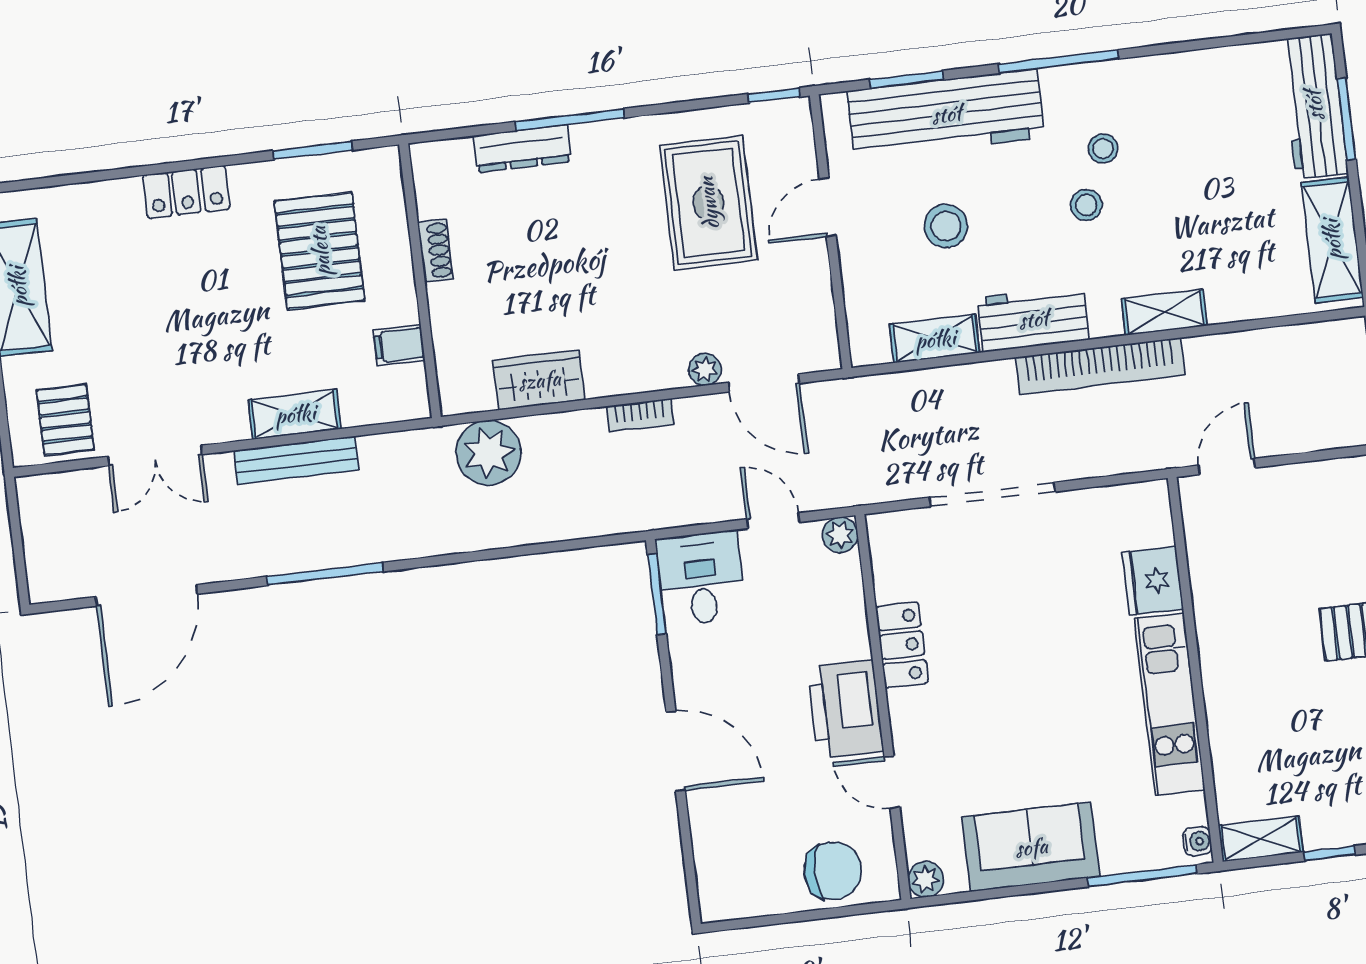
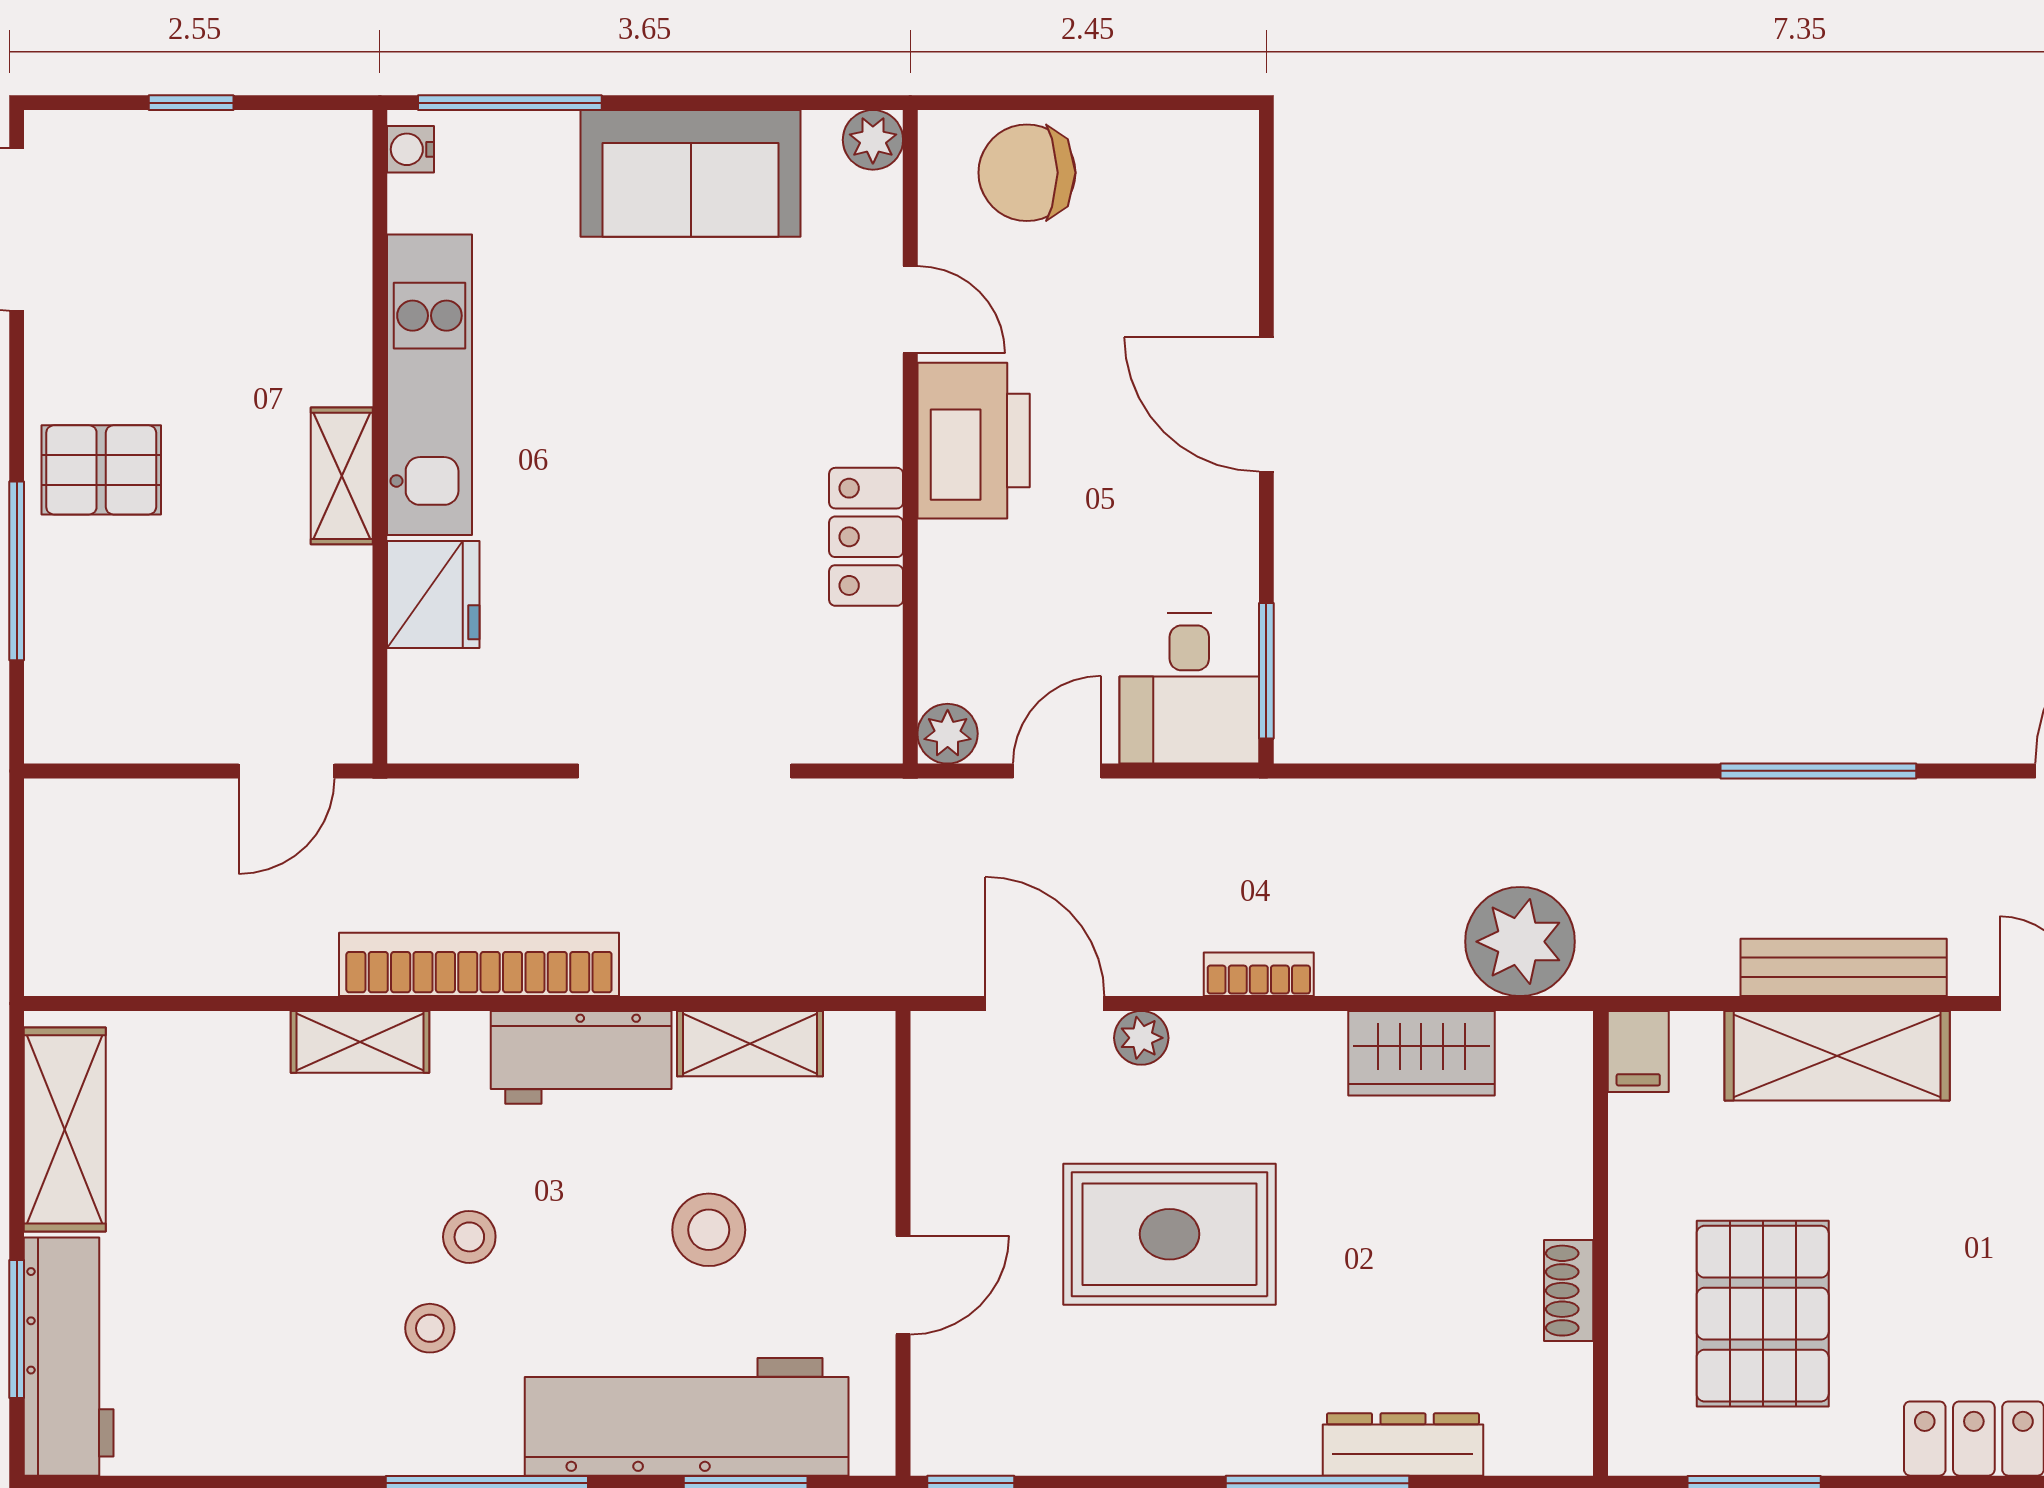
rug: (708, 203) -> (1169, 1234), moved, turned 90
filing cabinet: (399, 345) -> (1638, 1051), moved, turned 90
shelving: (295, 414) -> (1837, 1056), width x1.50, depth x1.33
door: (773, 521) -> (1057, 771), swing flipped
shelving: (1261, 839) -> (342, 476), moved, turned 90

